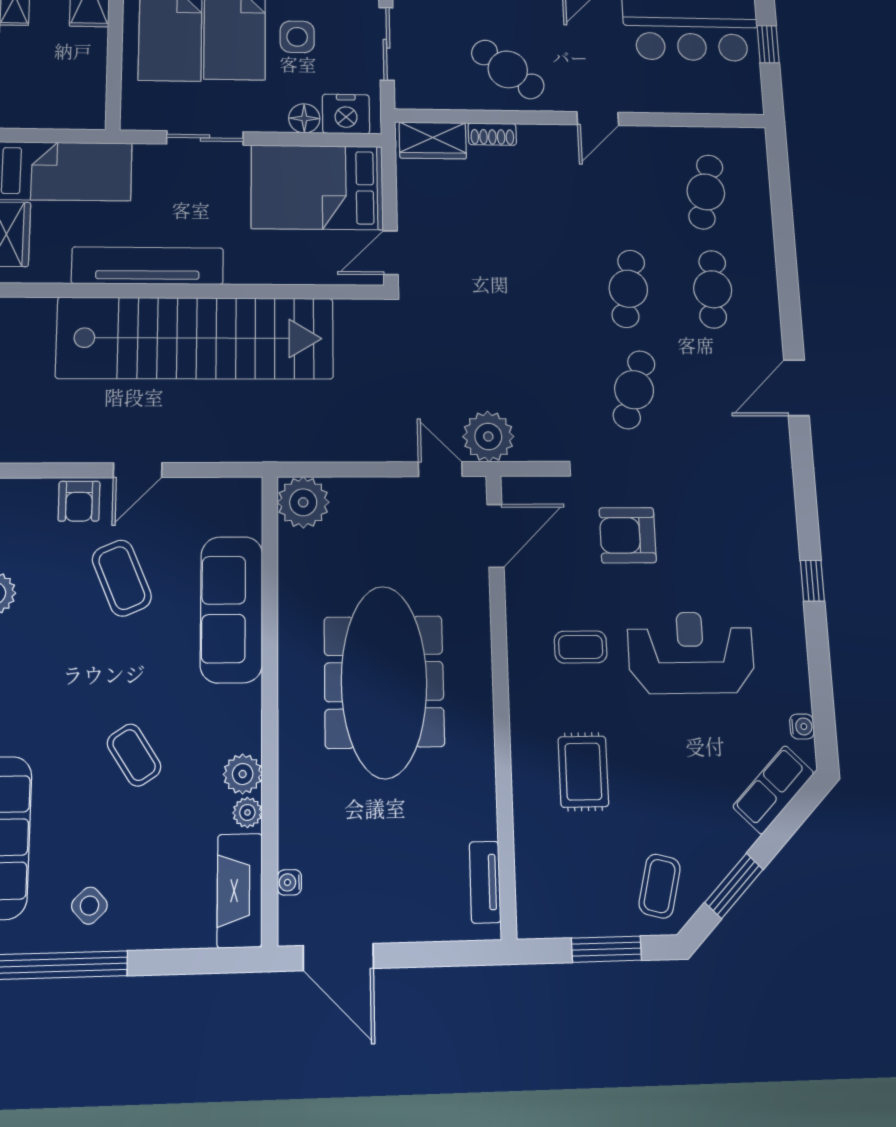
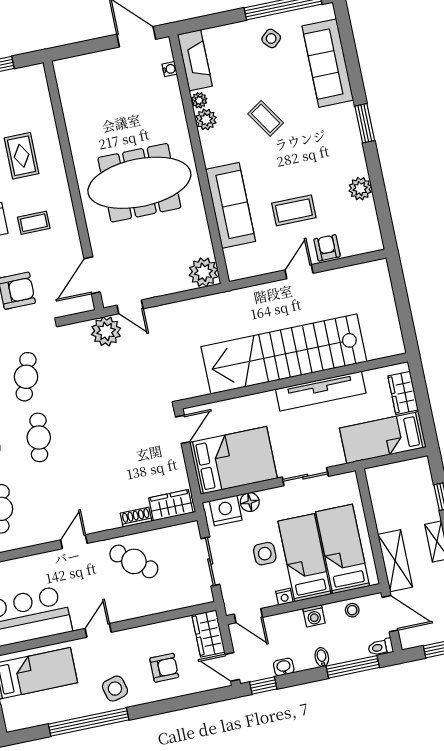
coffee table: (122, 578) -> (294, 210), turned -67
meeting table: (384, 682) -> (139, 183), turned 90
tv unit: (485, 882) -> (65, 88), removed

